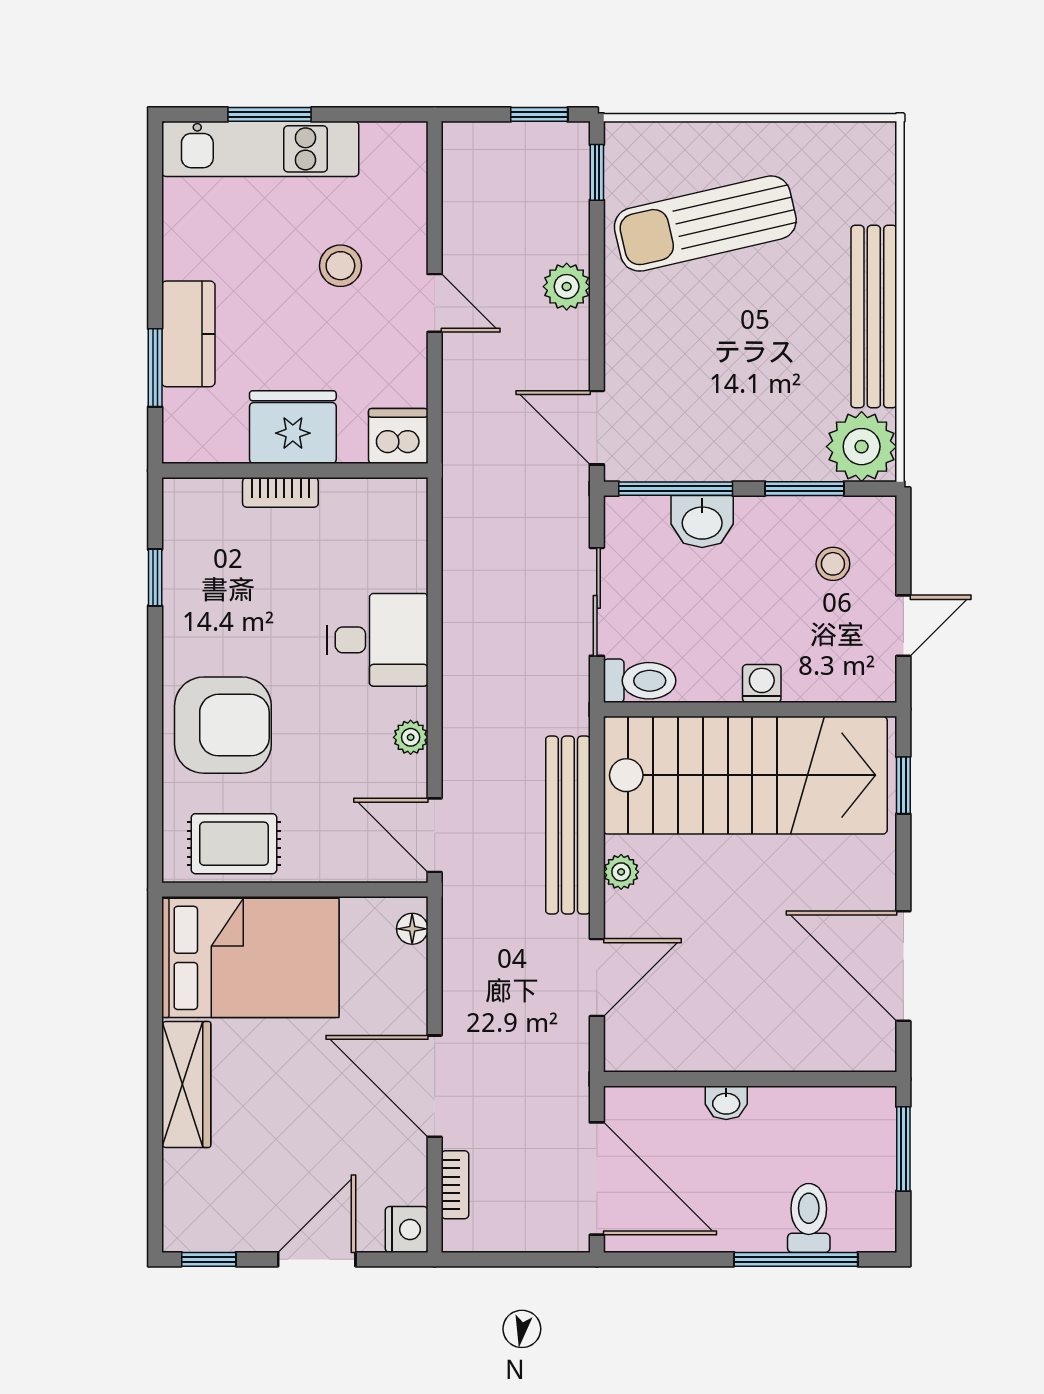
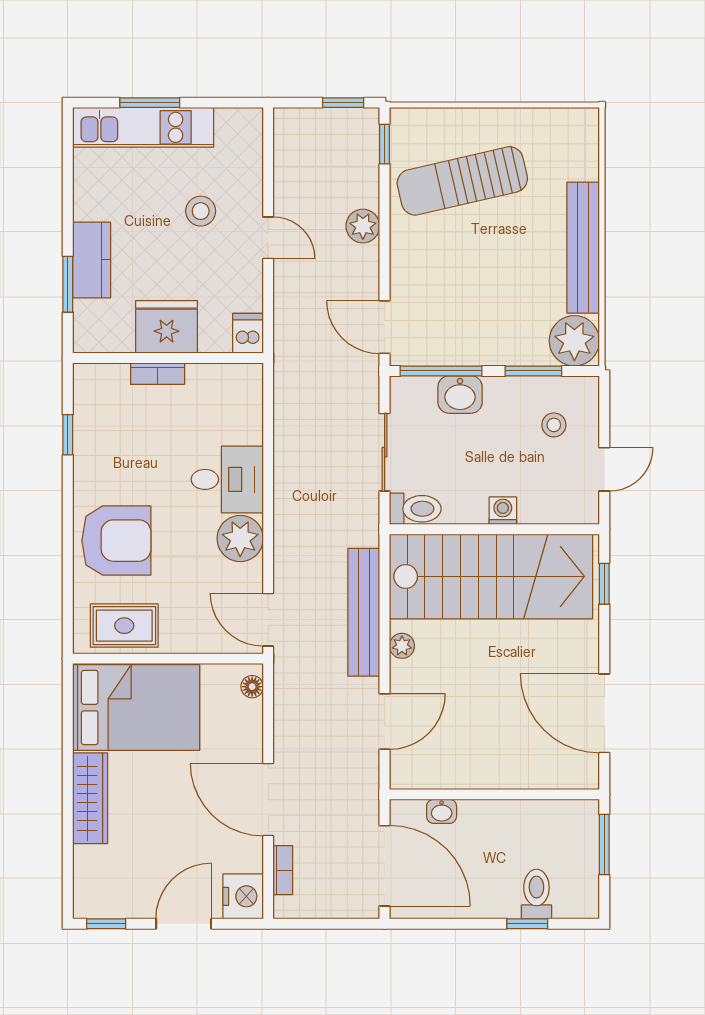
dishwasher: (398, 436) -> (248, 333), width x0.73
plant: (411, 737) -> (240, 539), width x1.87, depth x1.87
washbasin: (726, 1103) -> (442, 811), moved
nightstand: (407, 1229) -> (243, 896), width x1.36, depth x1.33
window: (796, 1259) -> (527, 924), width x0.46

